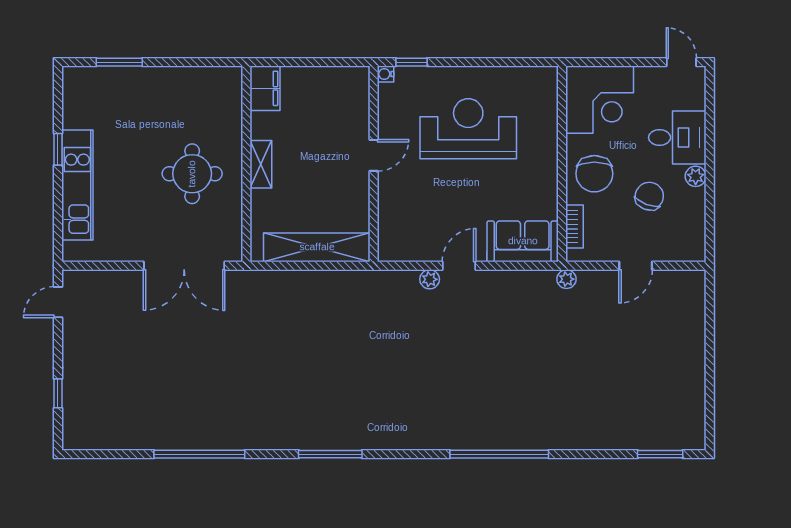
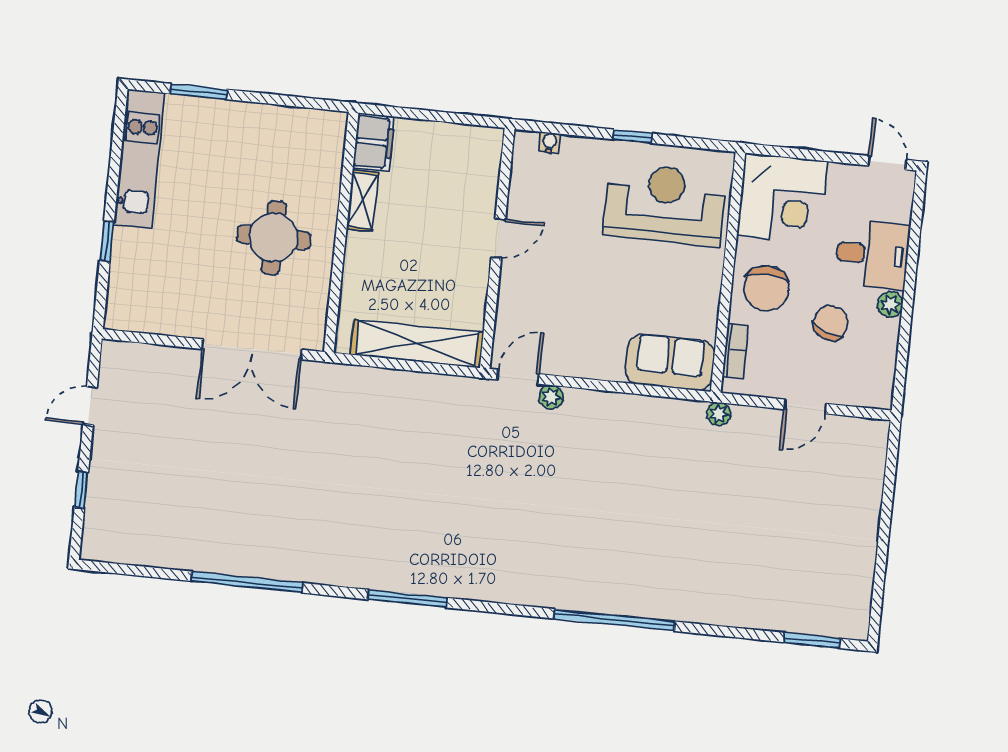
window: (411, 62) -> (632, 136), moved
water cooler: (386, 74) -> (550, 143), moved, turned 90
reception desk: (468, 129) -> (665, 204), moved
window: (58, 149) -> (107, 241), moved
shelving: (261, 164) -> (362, 201), moved
kitchen unit: (77, 185) -> (139, 158), moved
door: (459, 266) -> (518, 377), moved
door: (58, 302) -> (90, 406), moved

